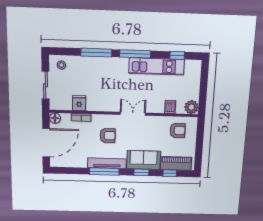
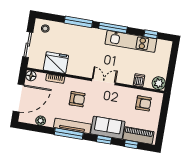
fridge: (79, 103) -> (56, 63), width x1.88, depth x1.34
plant: (73, 163) -> (41, 121), added

